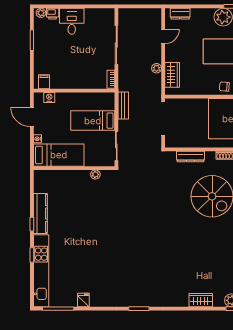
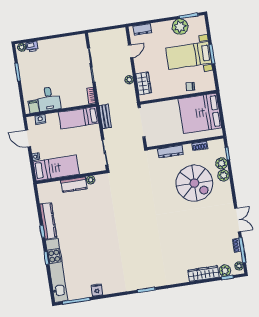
desk: (72, 21) -> (49, 99), moved, turned 180
bed: (93, 121) -> (79, 118), moved
kitchen counter: (76, 177) -> (74, 185), added
wardrobe: (201, 300) -> (204, 274), width x1.50

